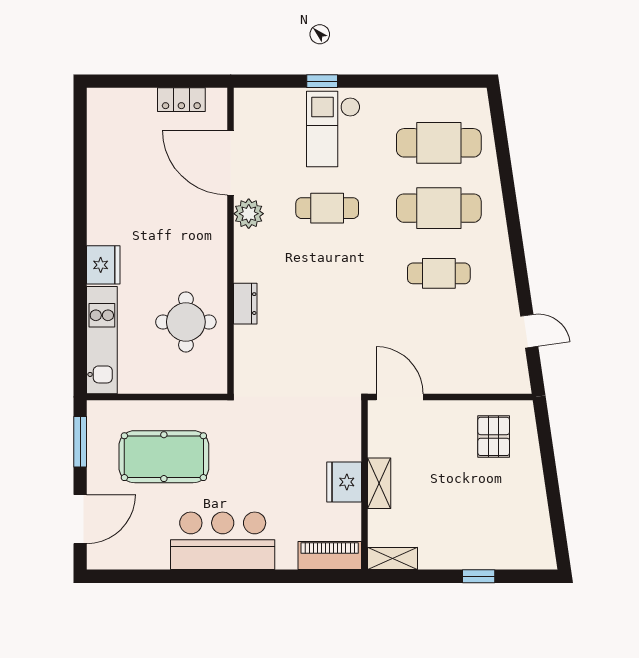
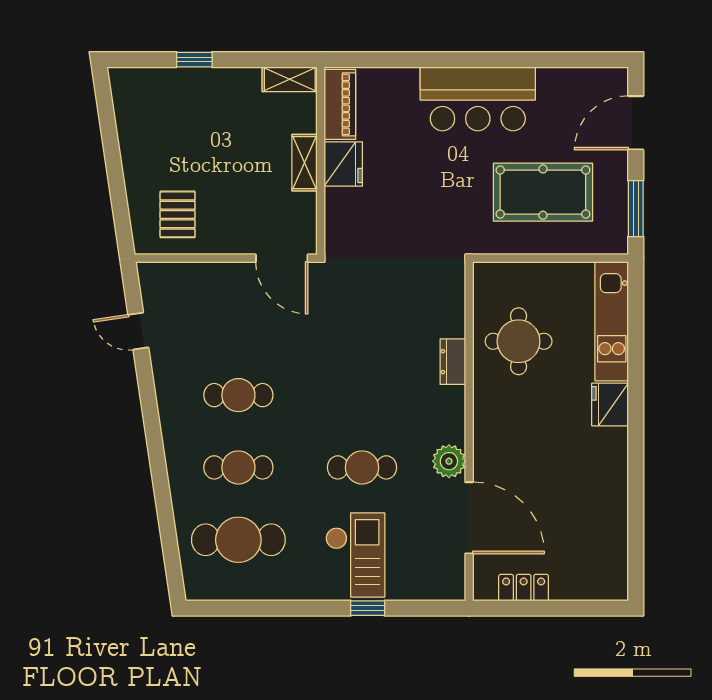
cafe table: (439, 208) -> (238, 467), width x0.73, depth x0.74
piano: (330, 556) -> (340, 104), moved, turned -90

